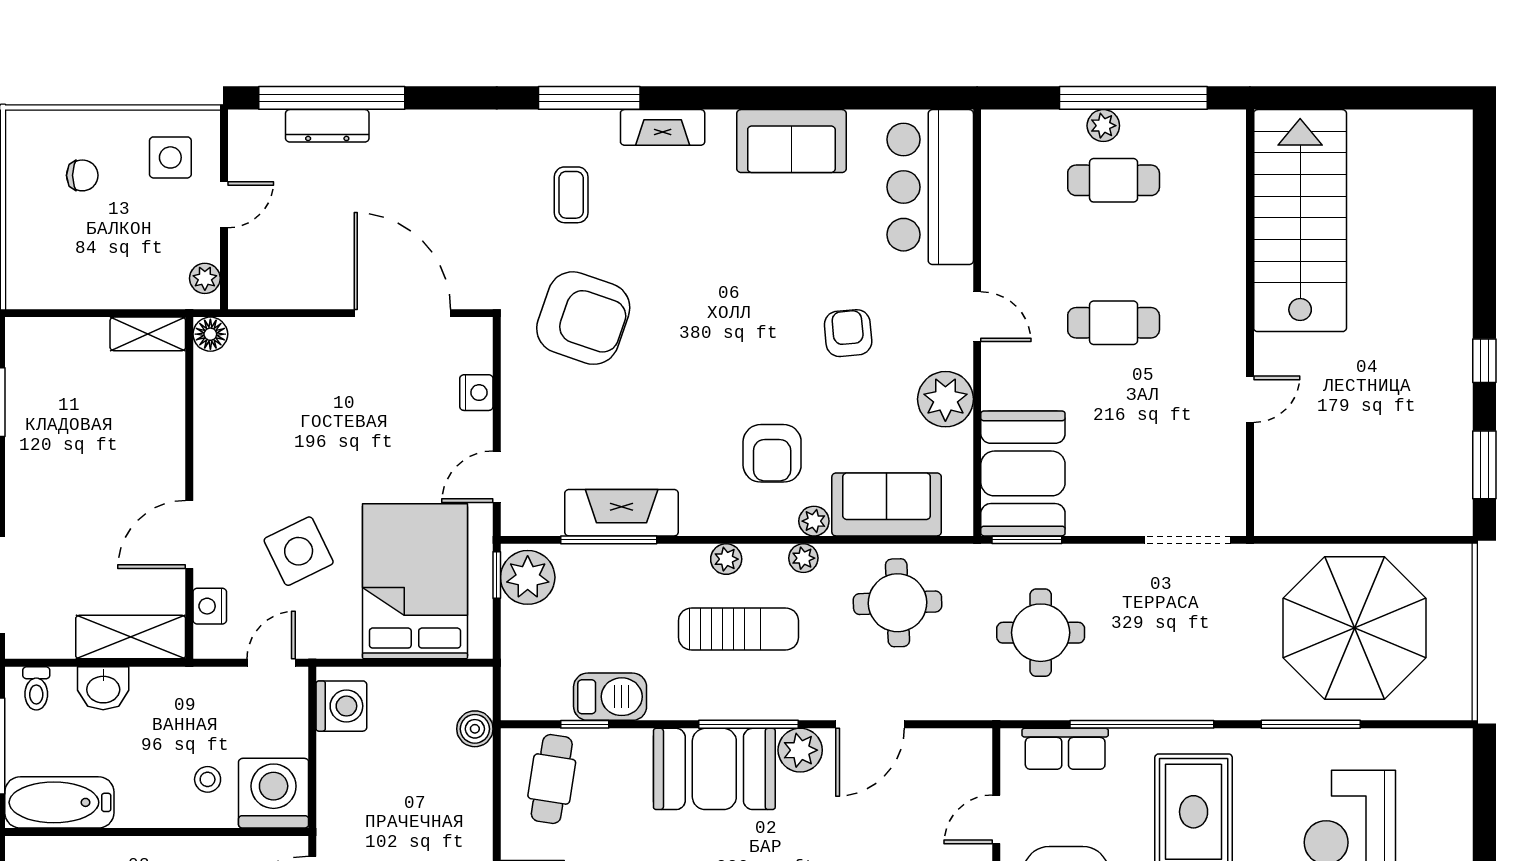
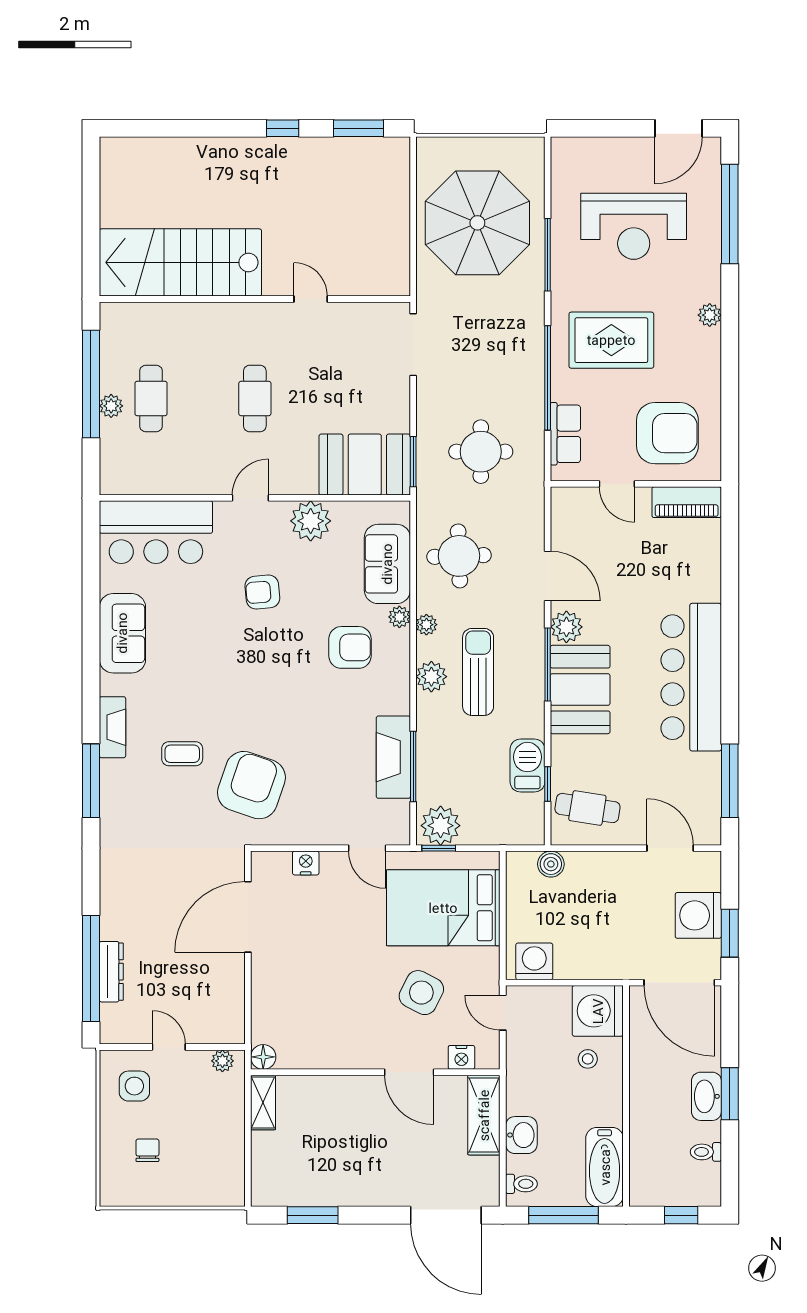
coffee table: (571, 195) -> (182, 754), moved
side table: (299, 551) -> (421, 993), turned -37
plant: (726, 559) -> (431, 677), width x1.38, depth x1.38

